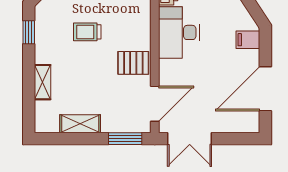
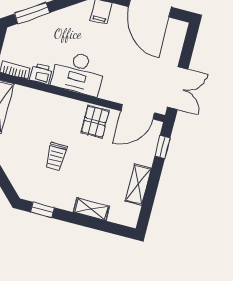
door: (155, 104) -> (138, 112), swing flipped
window: (125, 139) -> (162, 147), width x0.67

